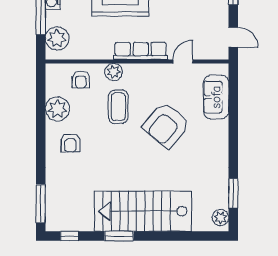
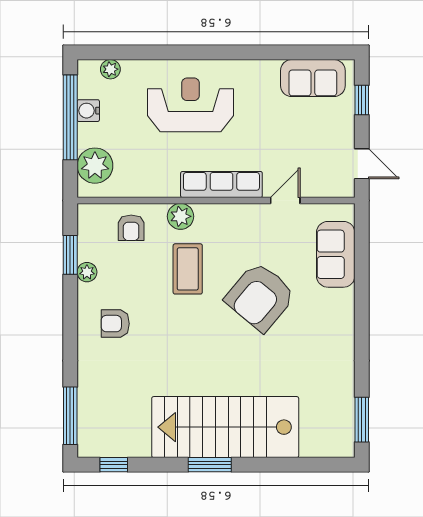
window: (41, 97) -> (70, 255), added
plant: (57, 109) -> (87, 272), width x0.53, depth x0.53
armchair: (70, 143) -> (115, 324), turned 90
window: (233, 193) -> (362, 420), moved
plant: (221, 218) -> (342, 437), removed
window: (119, 236) -> (210, 465), moved

